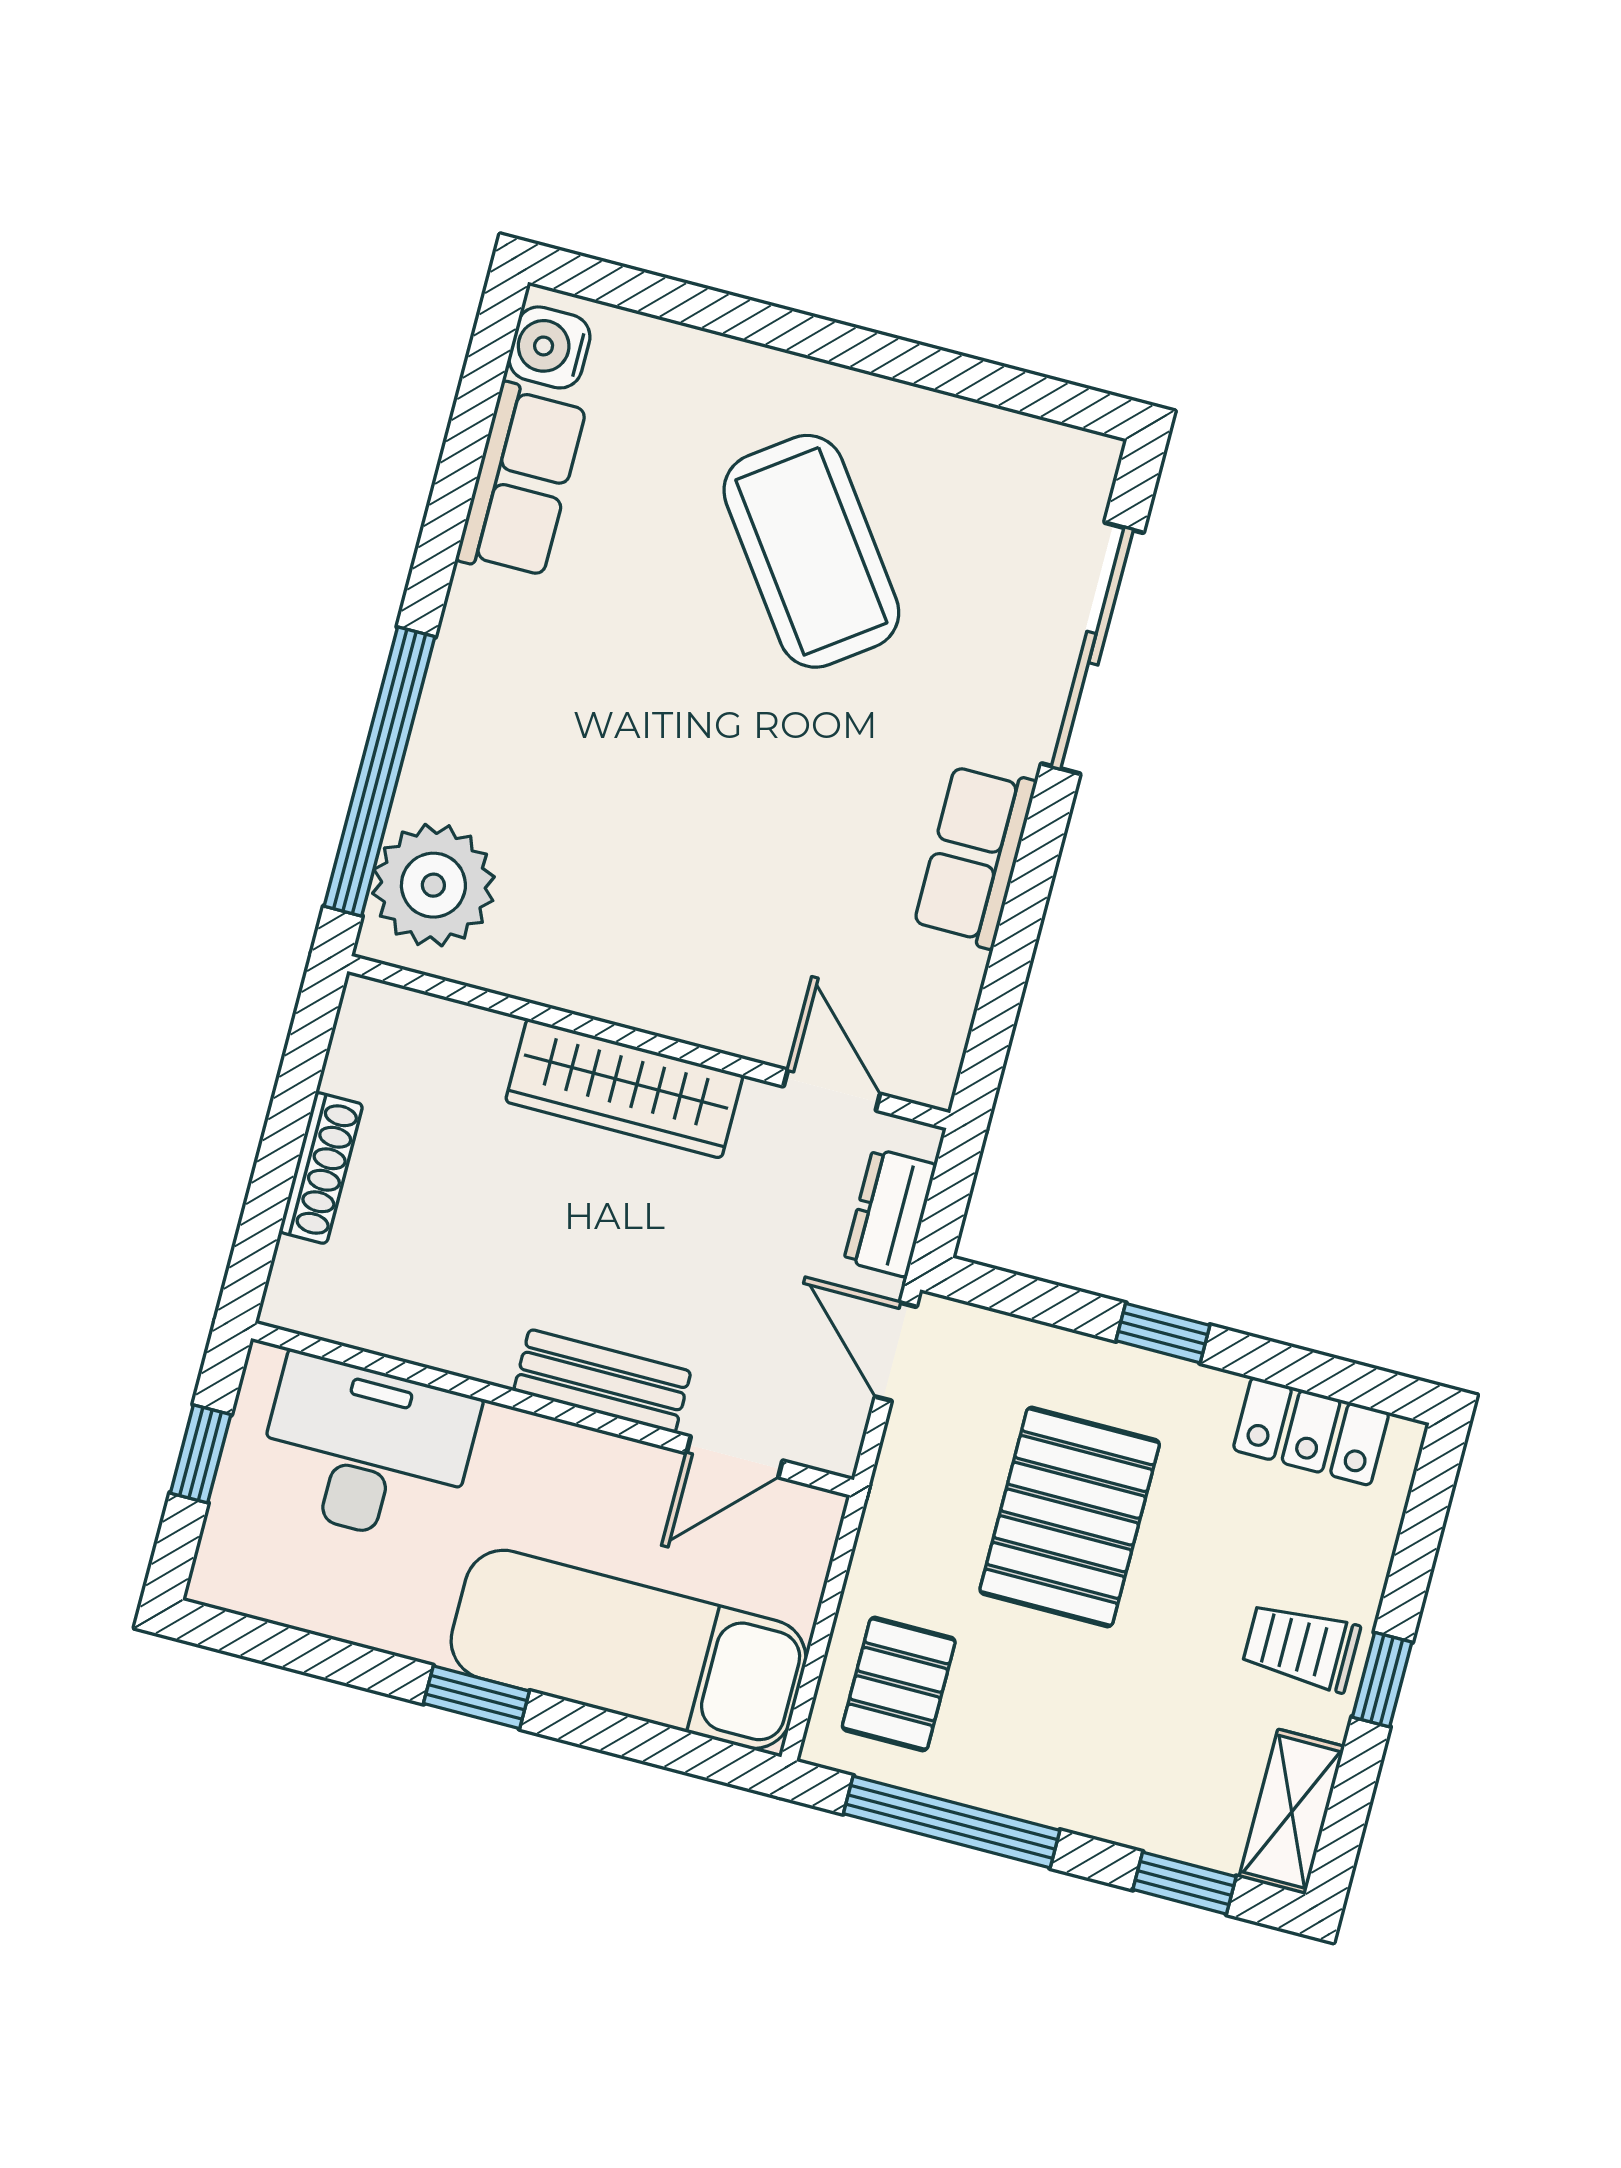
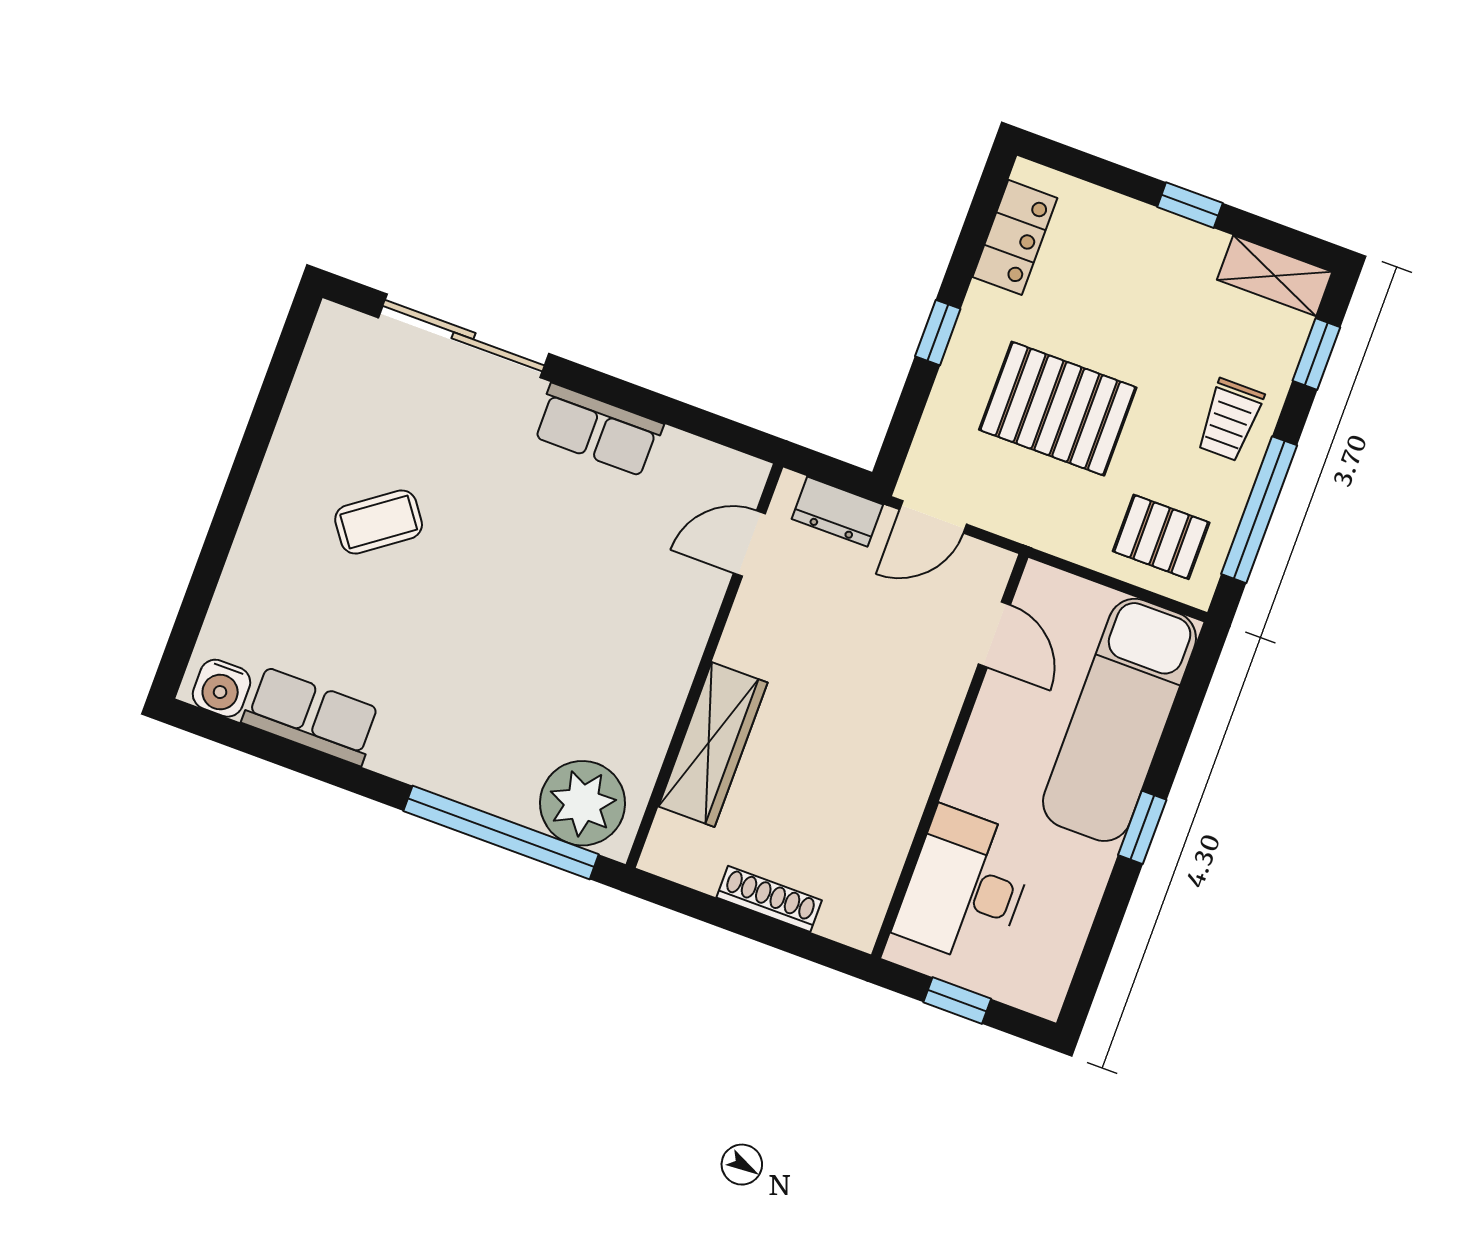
coffee table: (811, 551) -> (379, 522), width x0.54, depth x0.58
wardrobe: (624, 1088) -> (713, 744), moved
bench: (602, 1381) -> (934, 720), removed
trolley: (1301, 1647) -> (1230, 420), moved

